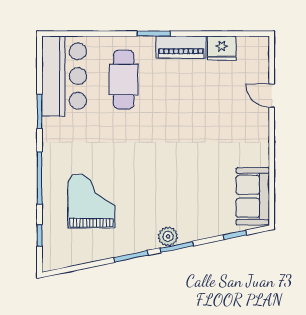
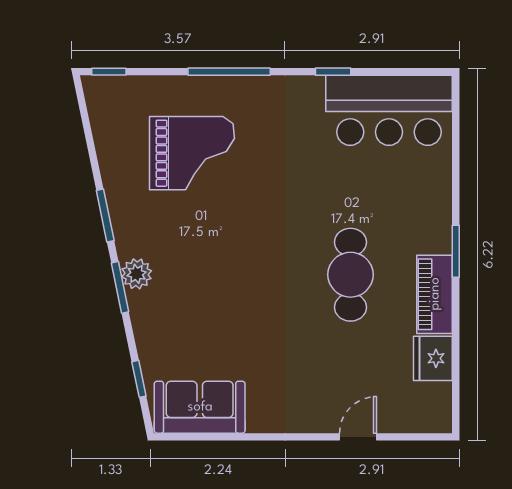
cafe table: (124, 80) -> (350, 275), moved, turned 90
window: (40, 112) -> (333, 72), width x0.67
window: (40, 235) -> (109, 72), moved

